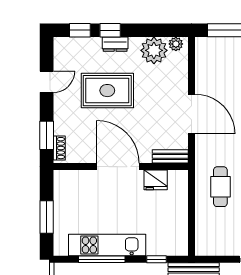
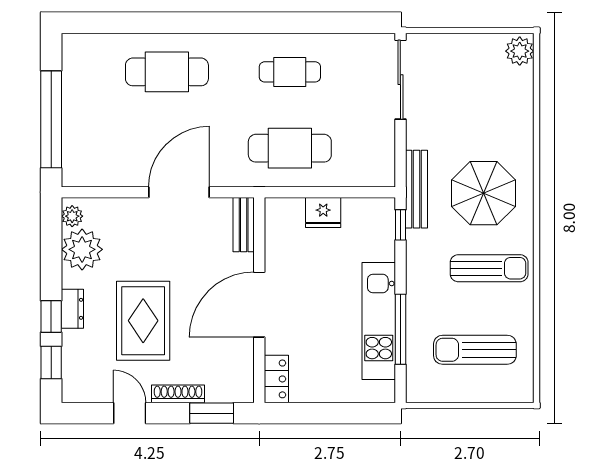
shoe rack: (59, 148) -> (178, 394), moved, width x1.43
locker: (69, 178) -> (276, 379), added
fridge: (156, 180) -> (323, 212), moved, turned 90
cafe table: (220, 187) -> (290, 148), width x1.37, depth x1.35
window: (47, 217) -> (336, 413), removed
window: (156, 259) -> (400, 225), moved

